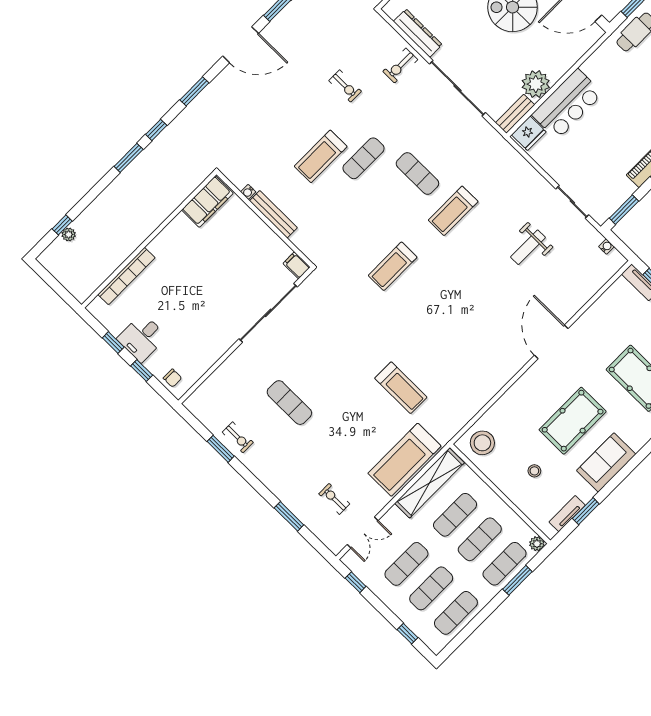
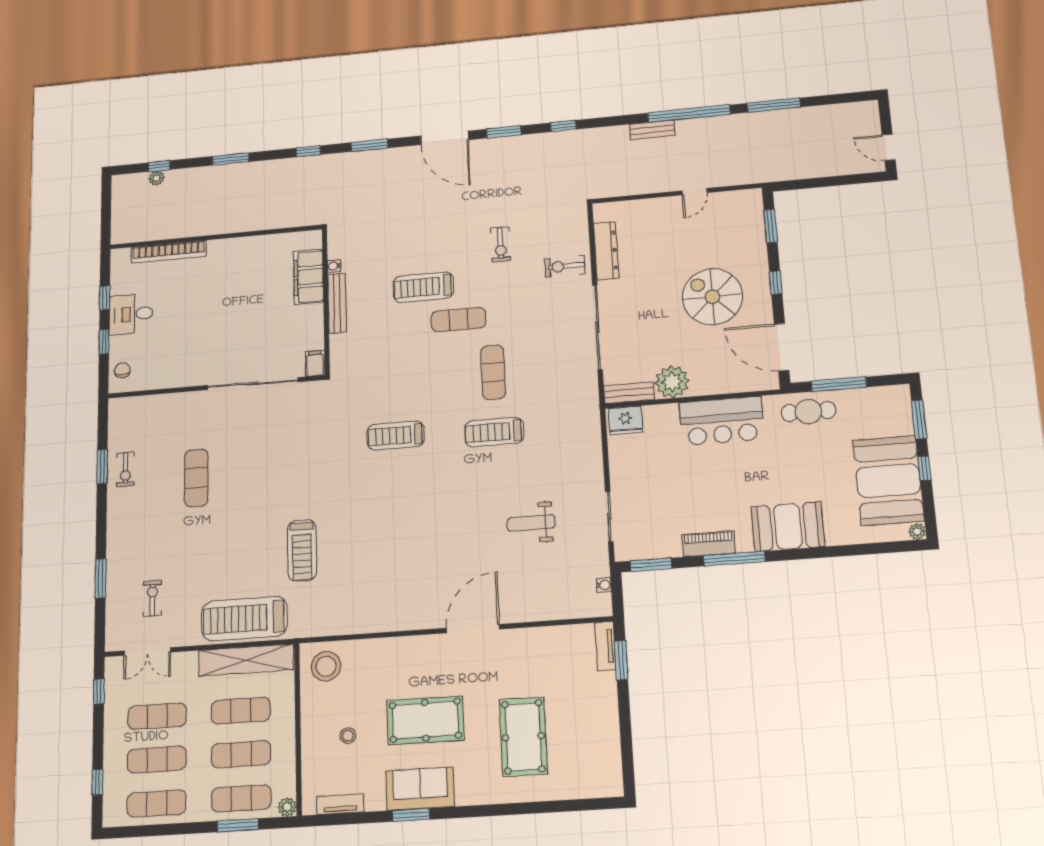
bar counter: (567, 104) -> (722, 421), moved
window: (129, 158) -> (231, 159), moved
filing cabinet: (207, 202) -> (308, 277), moved, turned 90
chair: (172, 378) -> (122, 370), turned 180
window: (586, 511) -> (411, 815), moved

